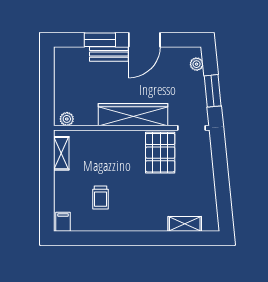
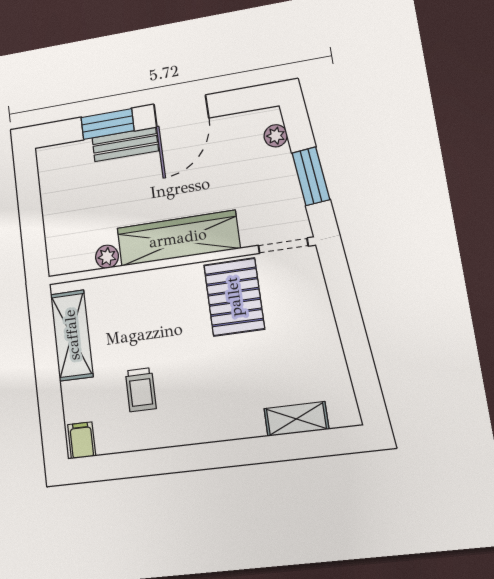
plant: (67, 119) -> (107, 257), moved
shelving: (61, 153) -> (72, 335), width x1.50, depth x1.33

